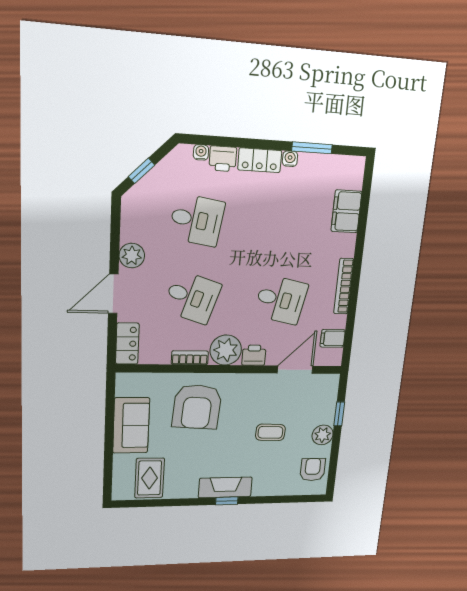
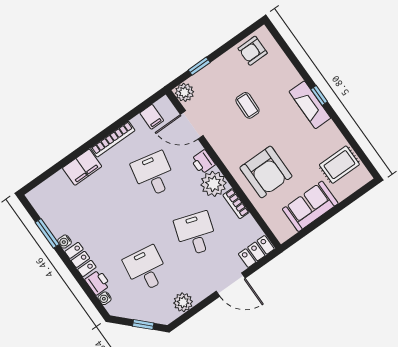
filing cabinet: (346, 211) -> (82, 167), moved
plant: (132, 256) -> (183, 302), moved
armchair: (197, 407) -> (266, 172), turned 86
plant: (323, 435) -> (184, 92), moved

